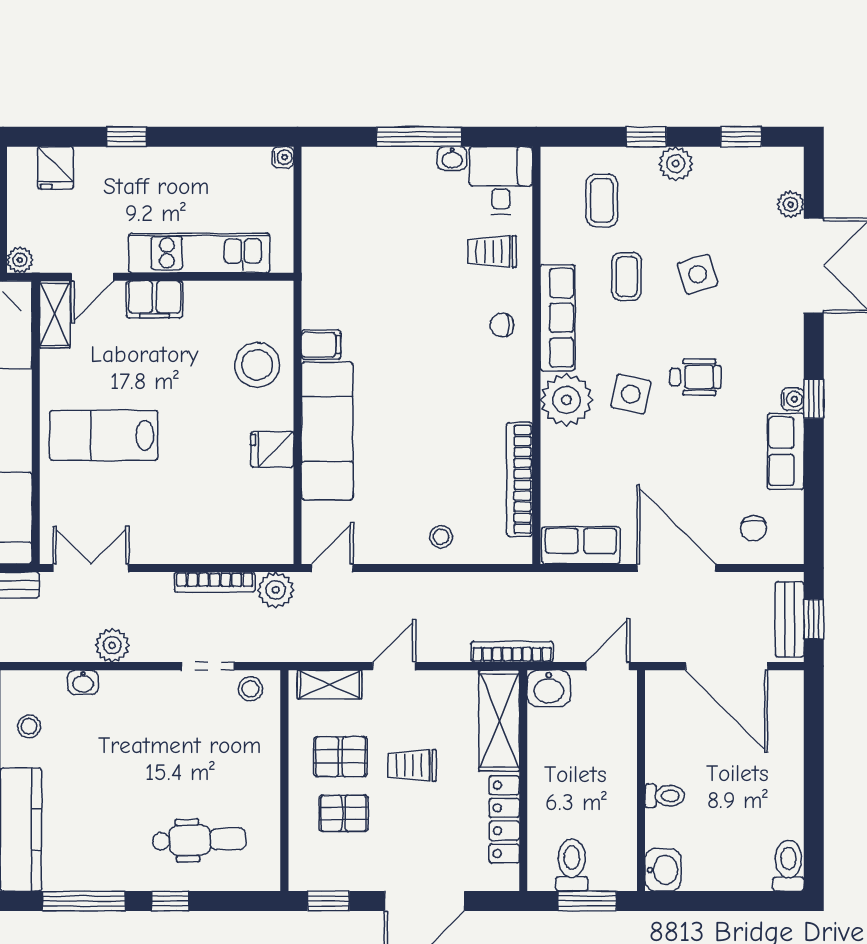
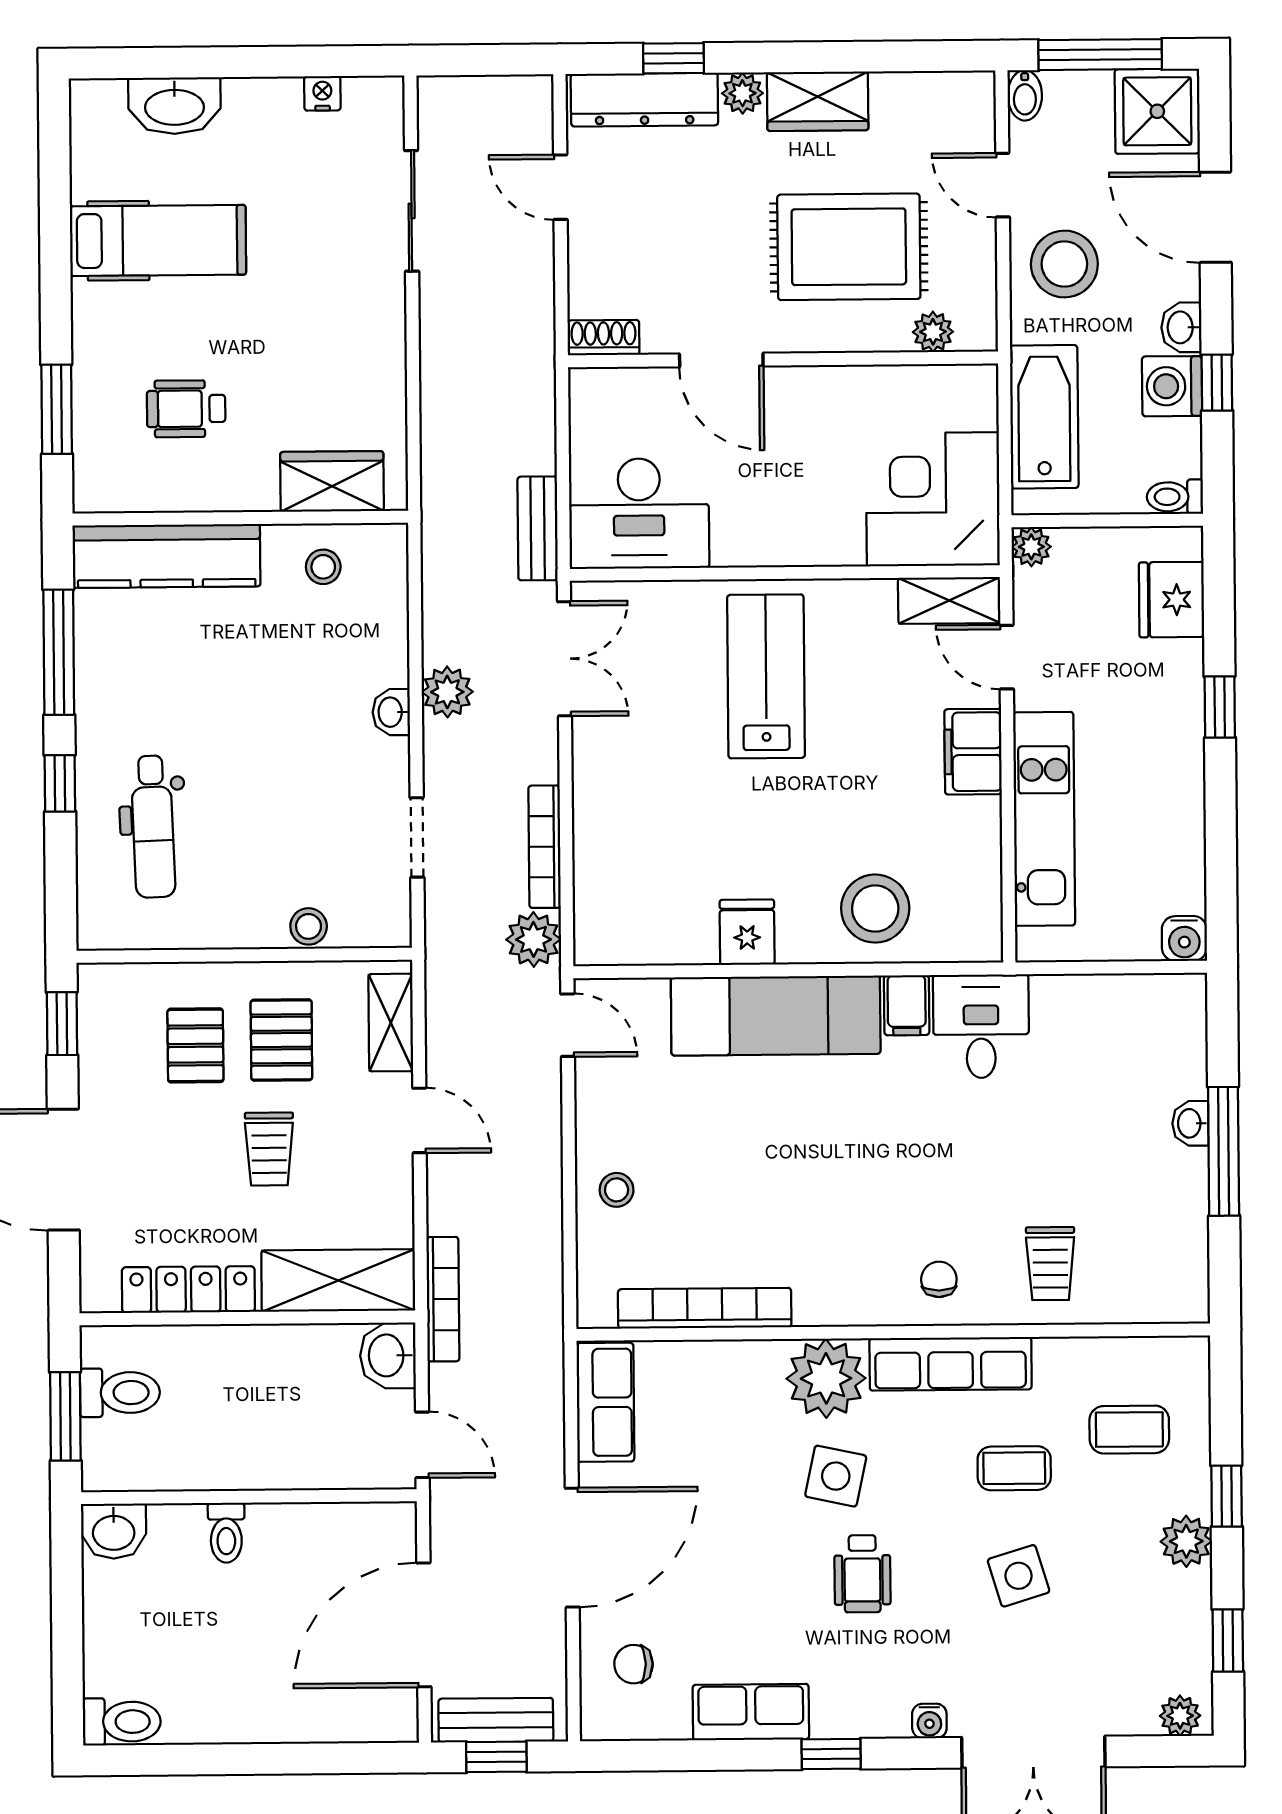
water cooler: (283, 157) -> (1184, 939), width x1.38, depth x1.38
washbasin: (452, 158) -> (1190, 1123), moved
fridge: (56, 168) -> (1171, 600), width x1.38
desk: (501, 181) -> (981, 1026), moved, turned -90
plant: (791, 204) -> (1180, 1716), moved
trolley: (492, 252) -> (1050, 1264), turned 180
water cooler: (793, 399) -> (929, 1721), moved
washbasin: (83, 682) -> (391, 712), moved
stool: (250, 689) -> (309, 926), moved
trolley: (412, 765) -> (269, 1149), turned 180

